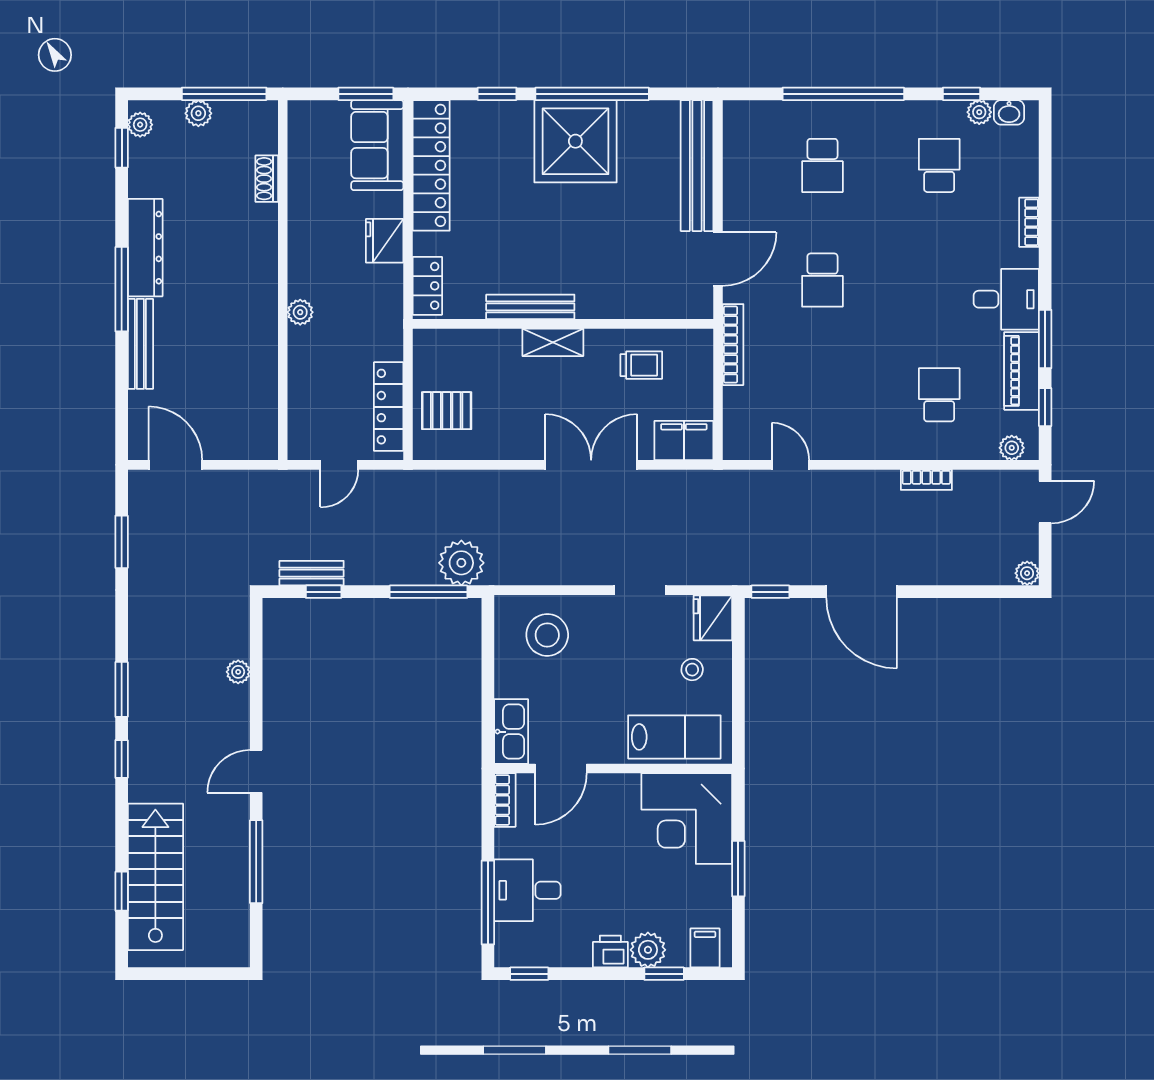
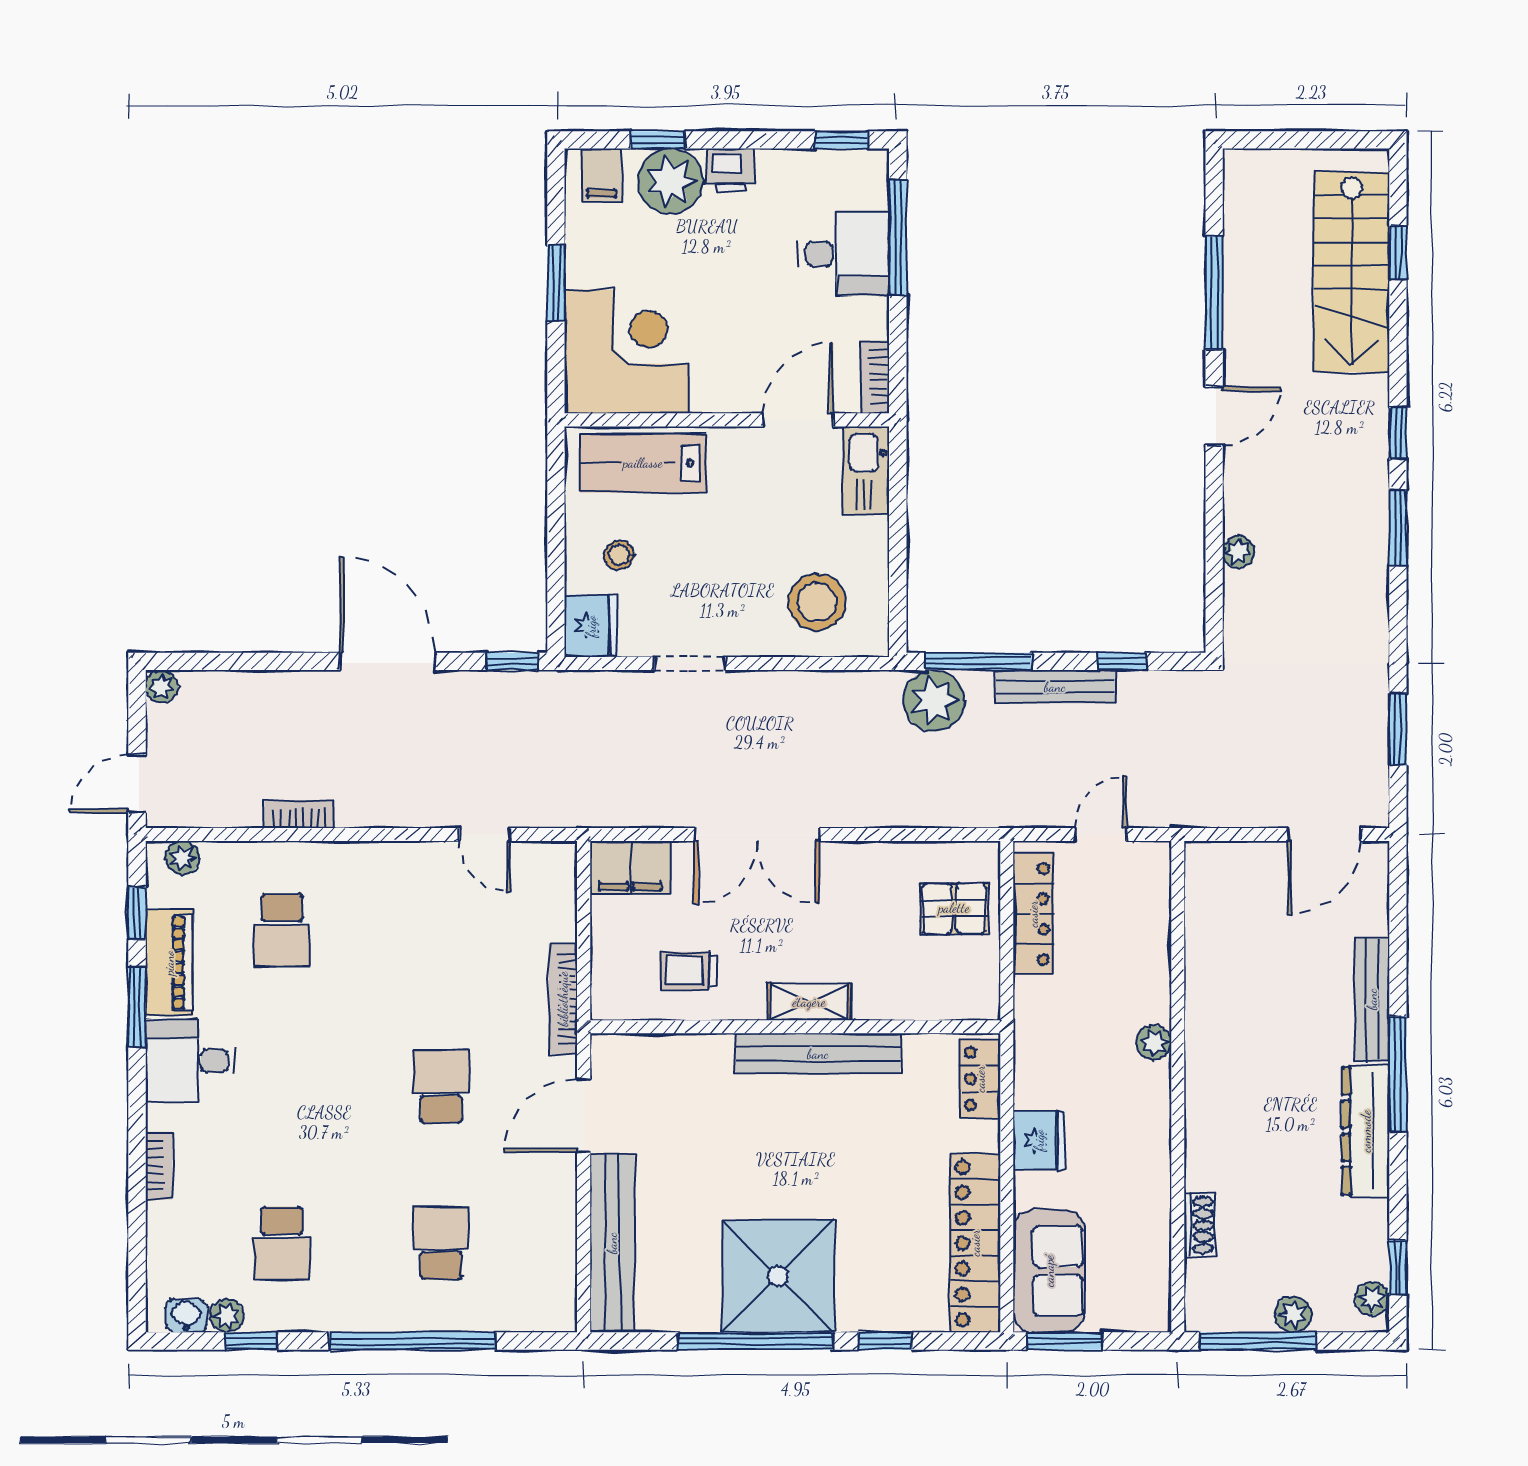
bench: (530, 307) -> (818, 1054), width x1.37, depth x1.21
door: (175, 465) -> (1324, 834), hinge flipped
bench: (312, 573) -> (1055, 687), moved, width x1.36
plant: (648, 950) -> (671, 181), width x1.36, depth x1.36

